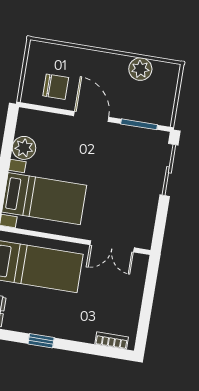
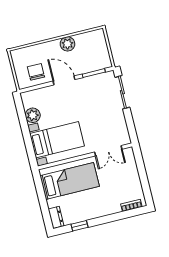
plant: (140, 69) -> (67, 44), moved
chair: (56, 87) -> (36, 72), turned -90
window: (41, 341) -> (80, 226), moved

